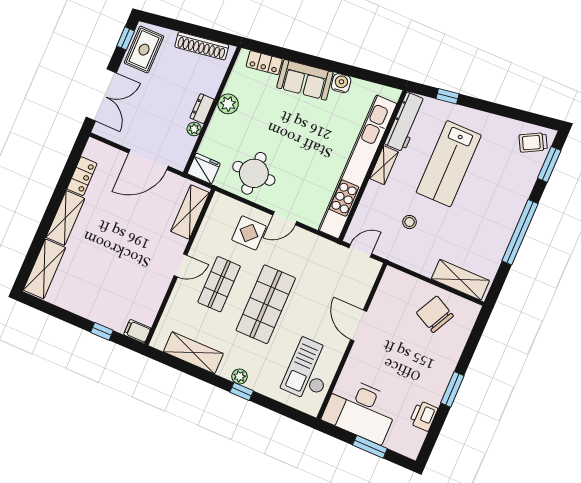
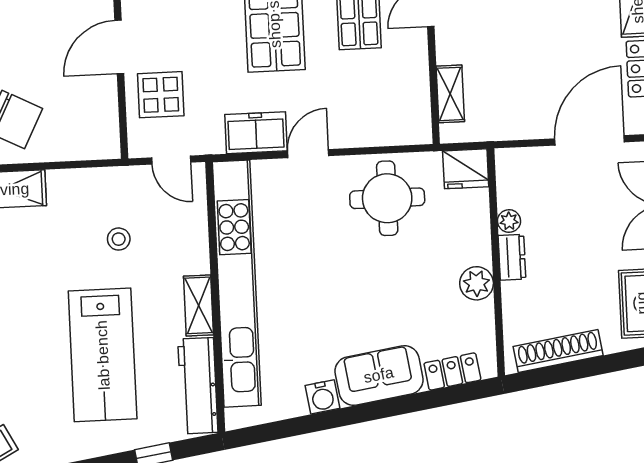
door: (148, 160) -> (590, 140), moved
lab bench: (449, 164) -> (103, 355), turned 180
shelving: (190, 212) -> (450, 94), width x0.67, depth x0.75
display table: (249, 233) -> (161, 95), moved
freezer: (307, 243) -> (256, 133), added
door: (360, 251) -> (171, 160), hinge flipped
door: (359, 325) -> (119, 47), swing flipped

